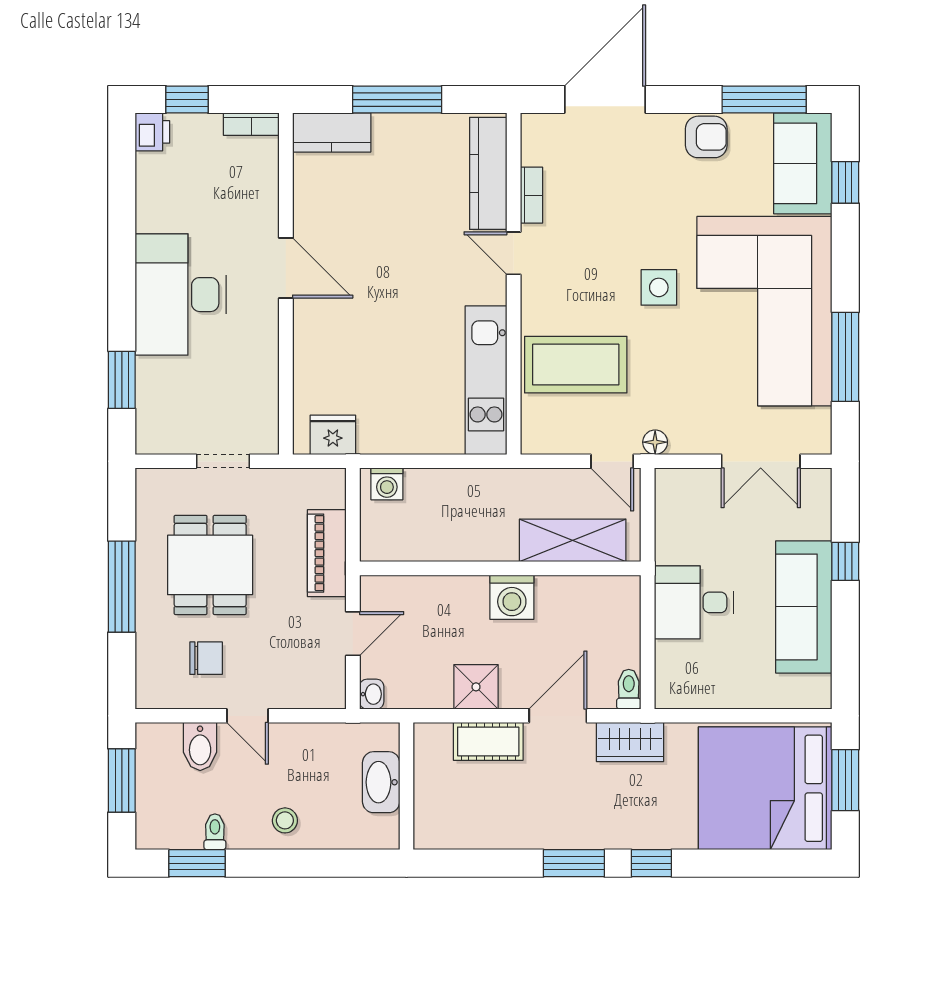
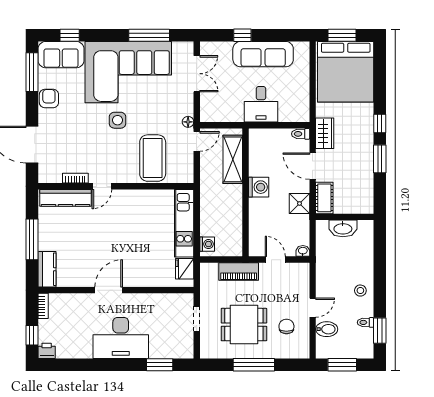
kitchen unit: (486, 380) -> (184, 223), moved, turned 90
washbasin: (381, 782) -> (343, 228), moved
wall: (406, 786) -> (345, 217), moved

